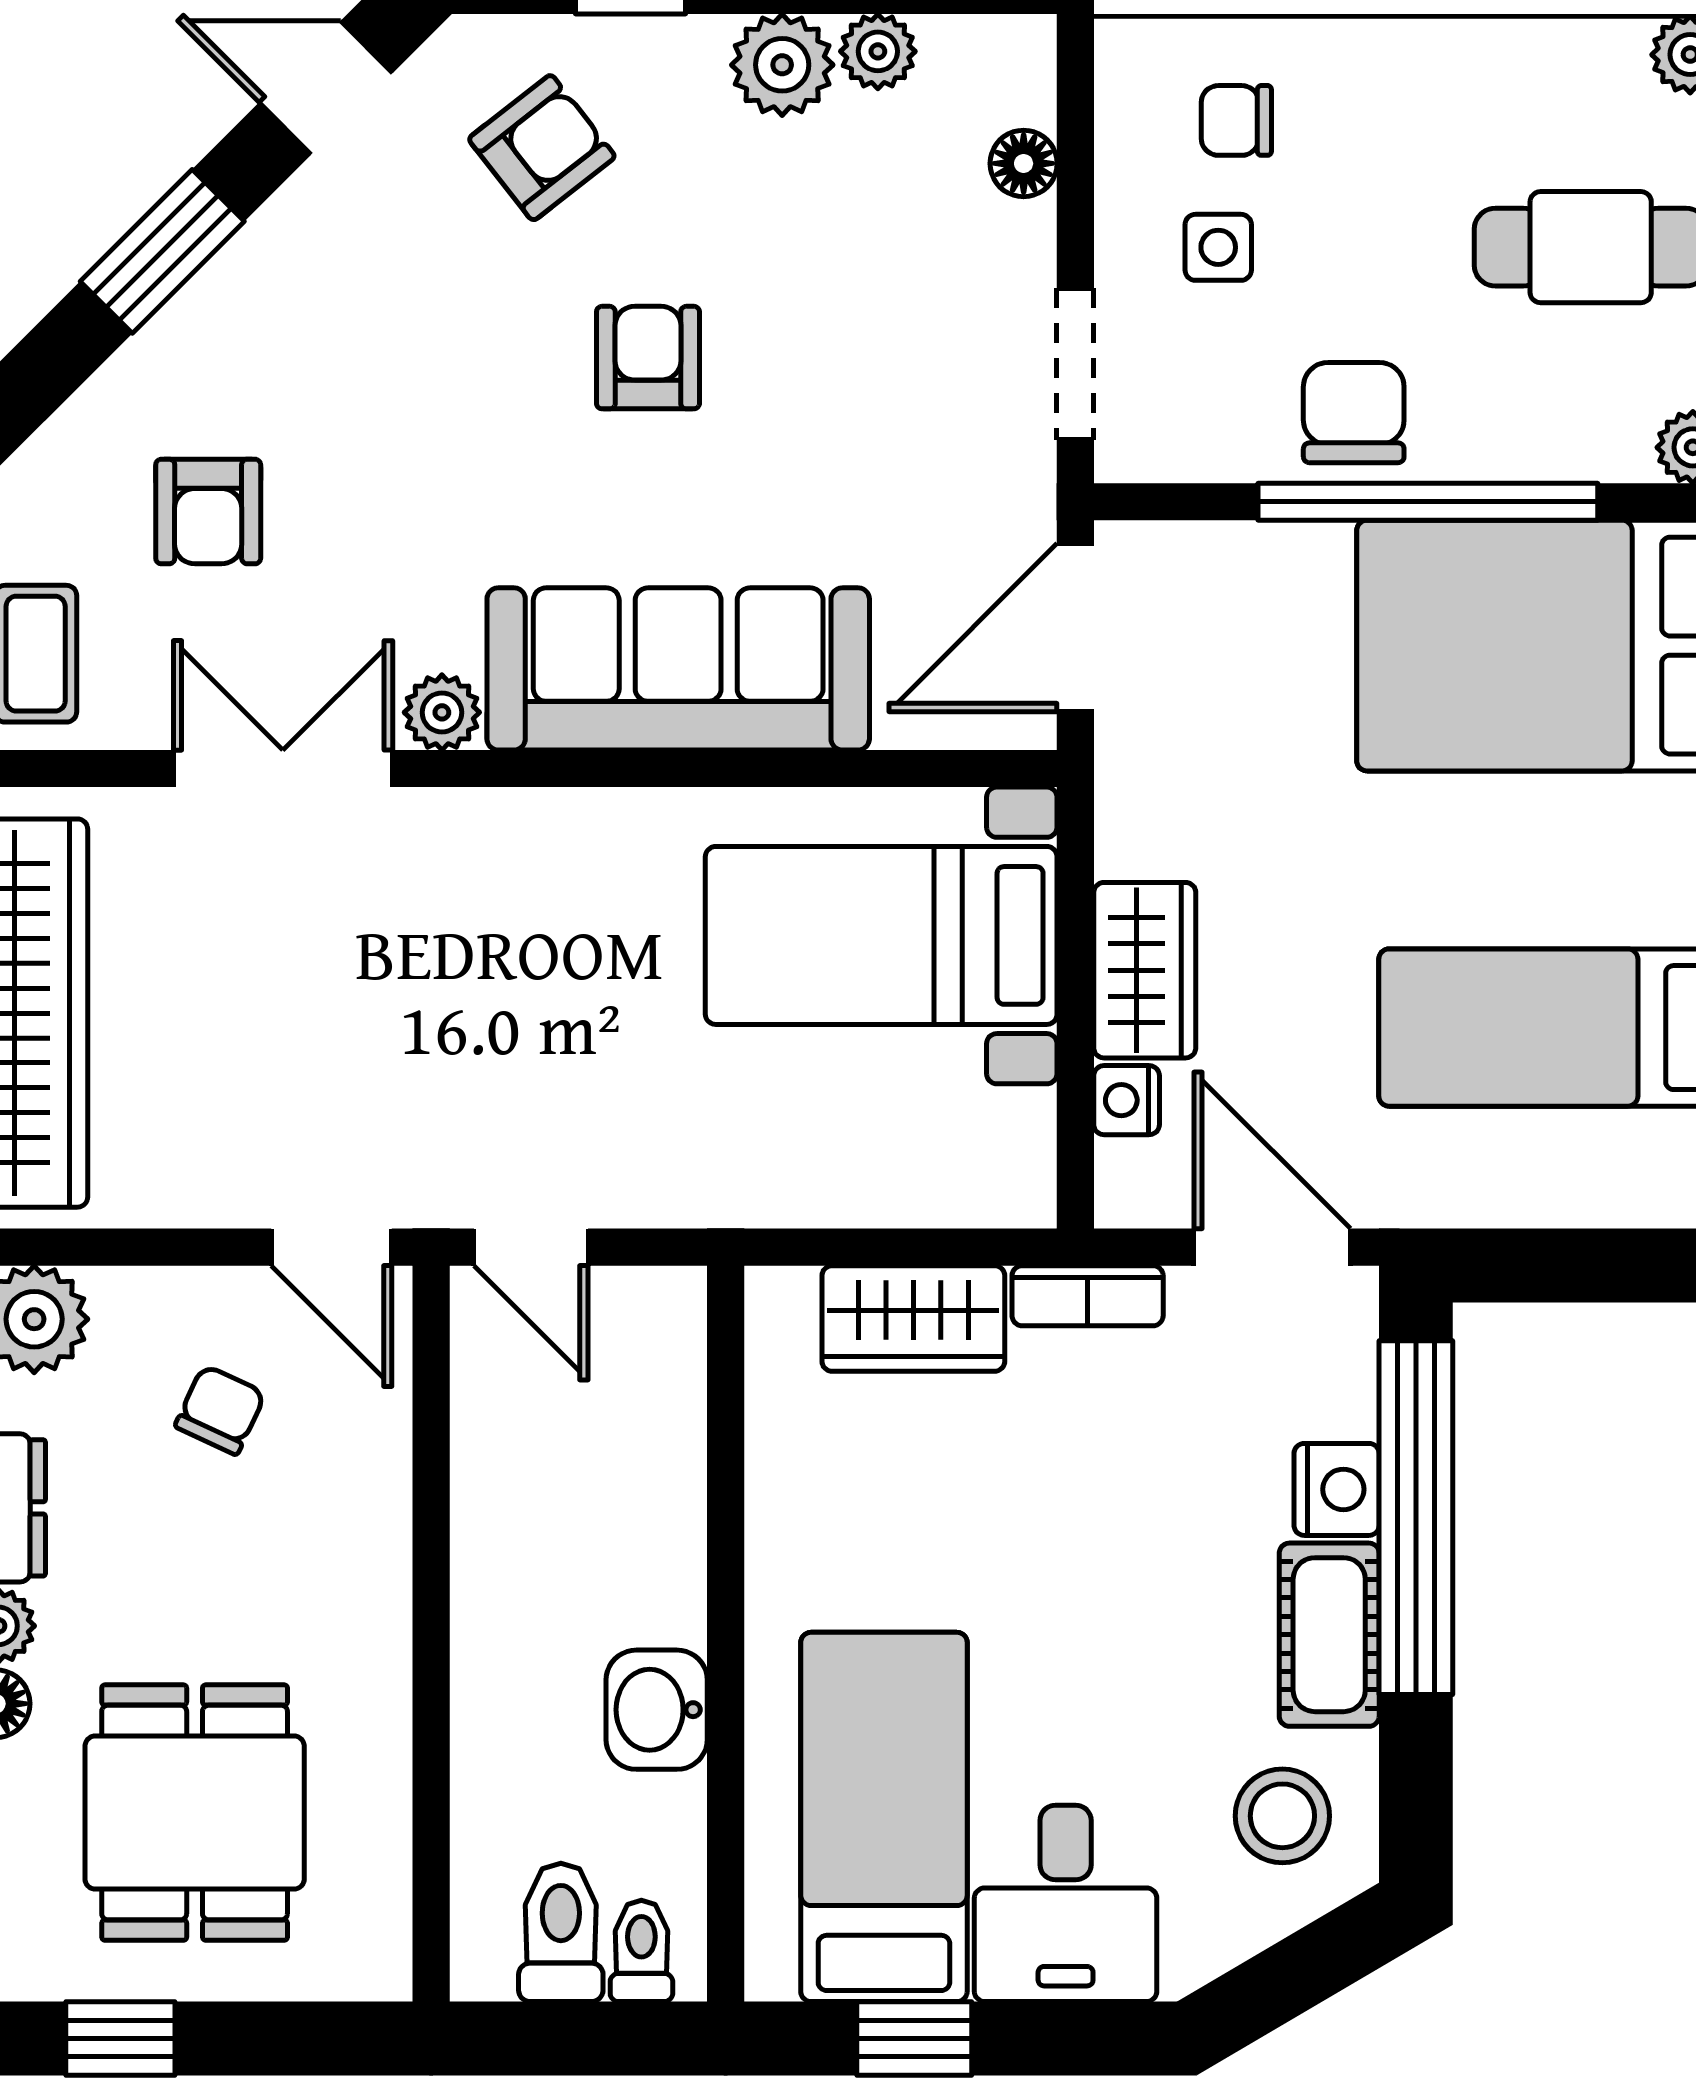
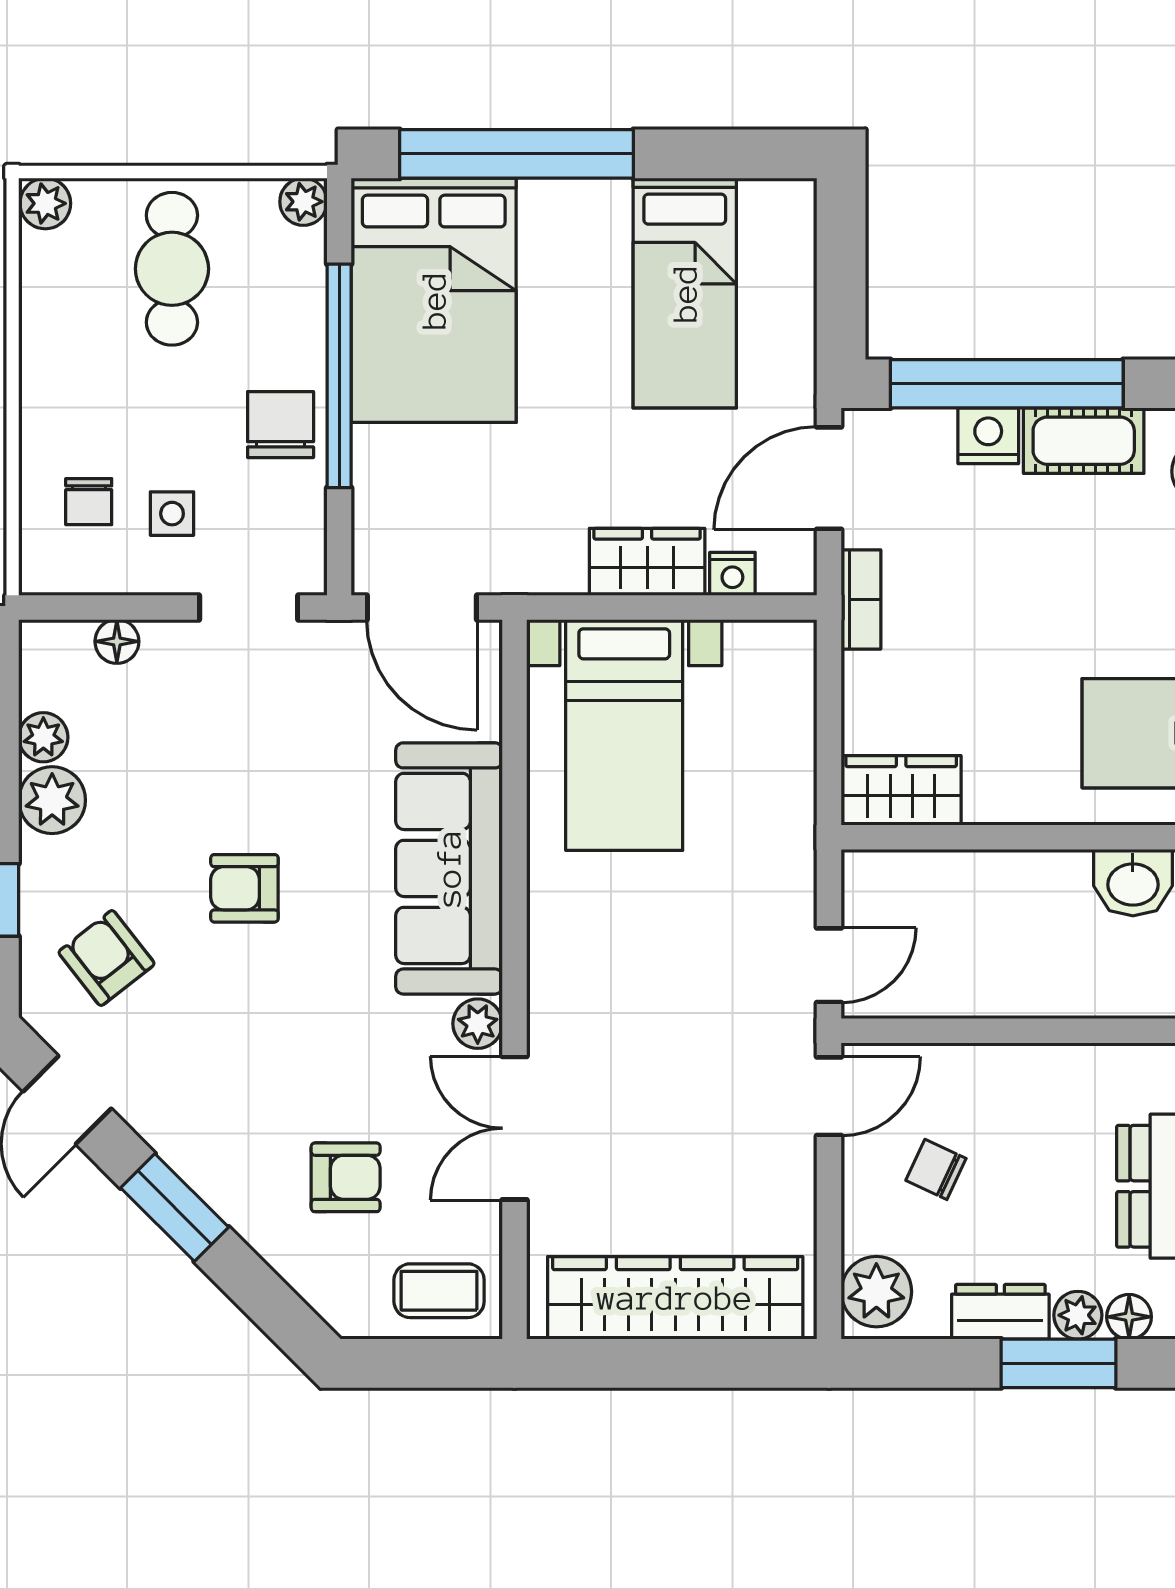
chair: (1354, 413) -> (281, 425), turned 90
wardrobe: (913, 1318) -> (901, 790), moved, turned -90

